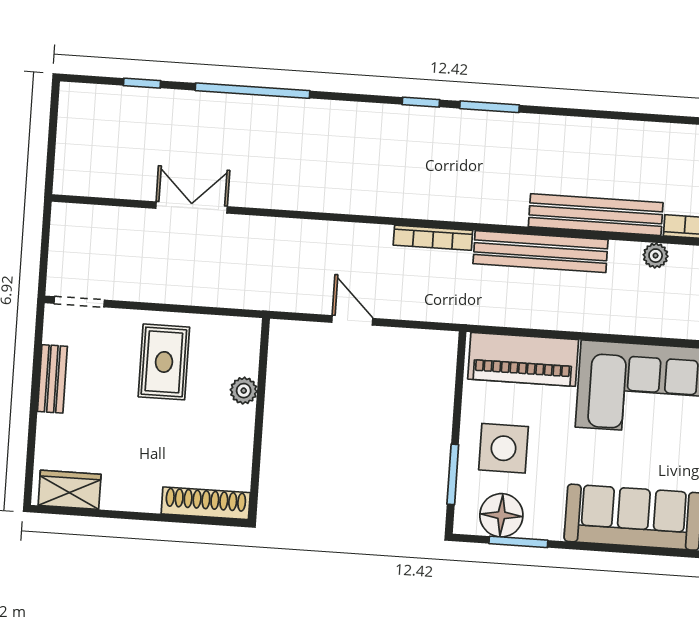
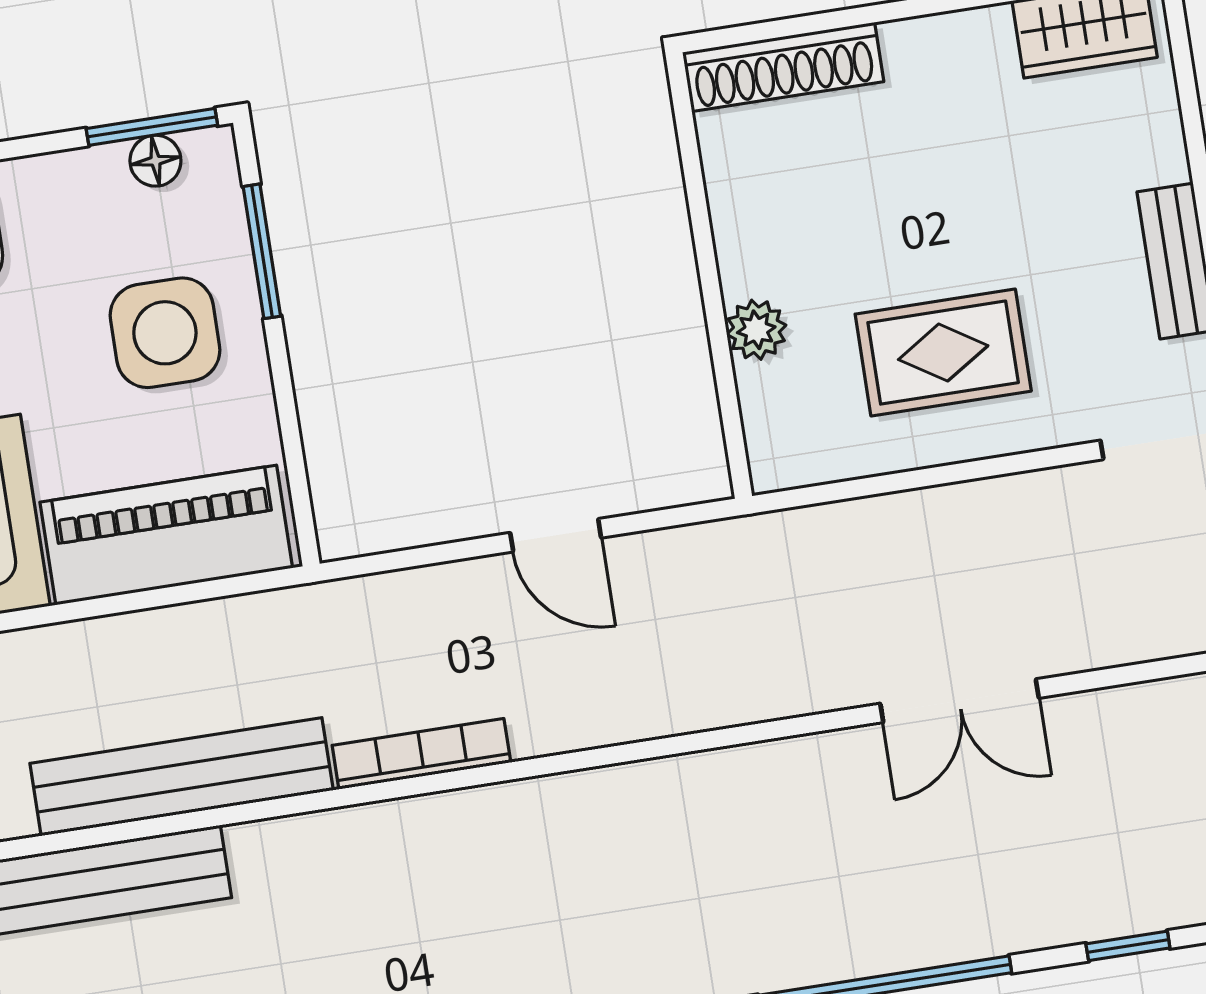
rug: (164, 362) -> (943, 353), turned 90
floor lamp: (501, 515) -> (155, 161), width x0.53, depth x0.53
window: (518, 542) -> (152, 127), moved

